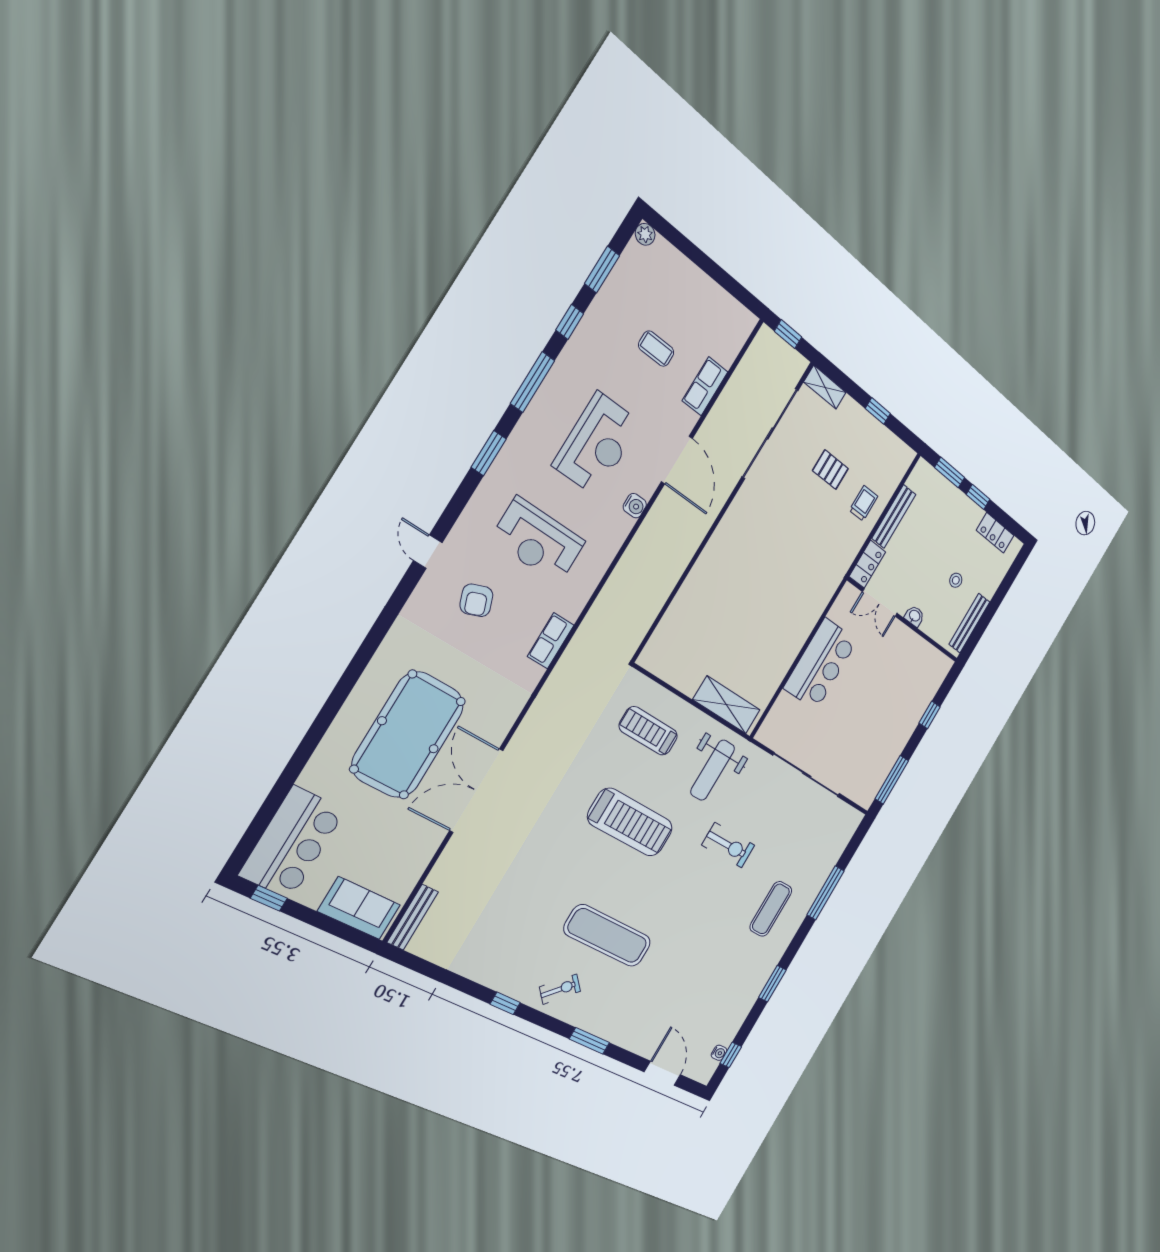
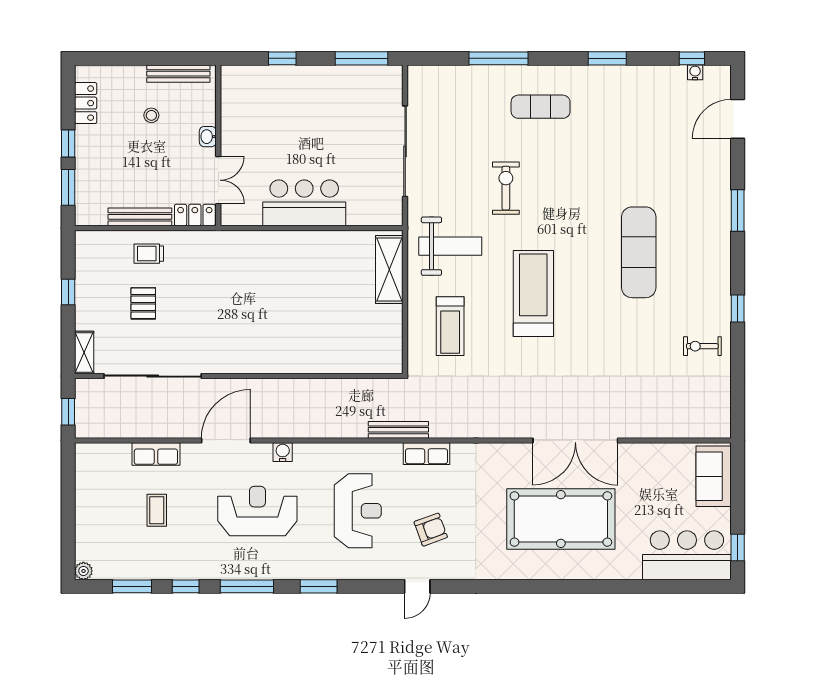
bench: (413, 917) -> (398, 430), moved
exercise bike: (560, 989) -> (702, 346), moved, turned -46

